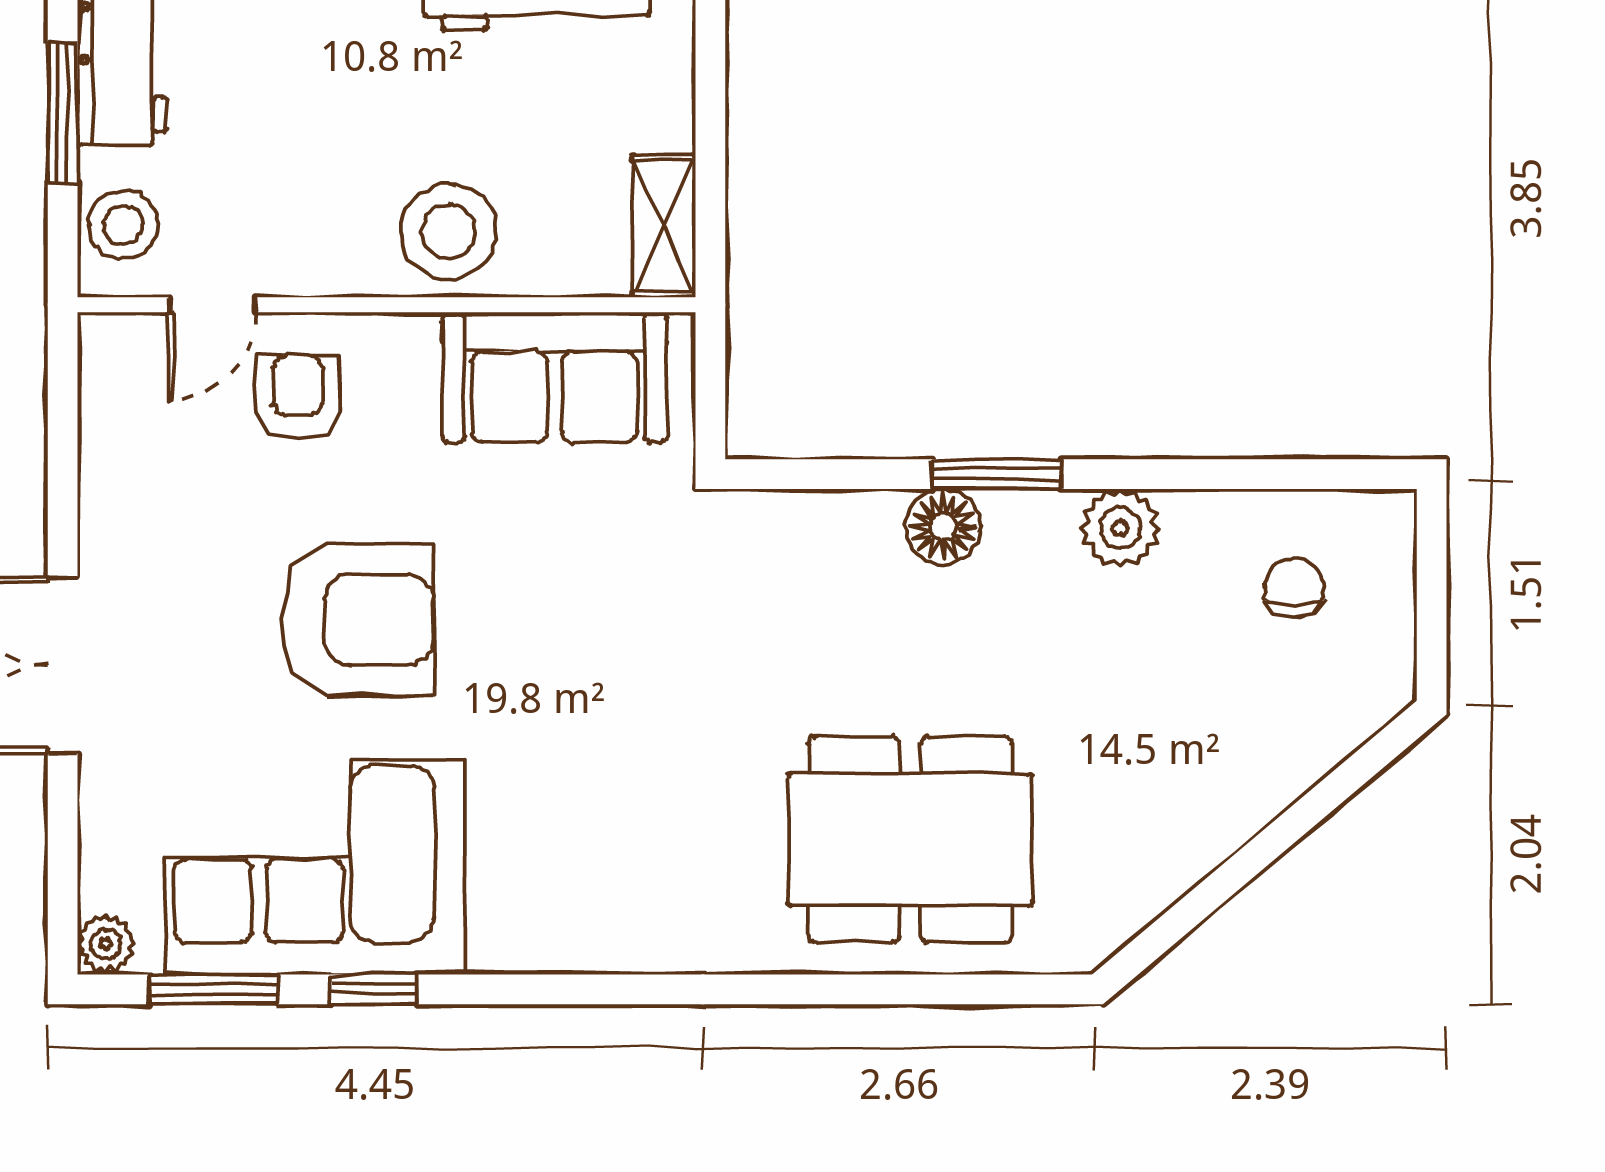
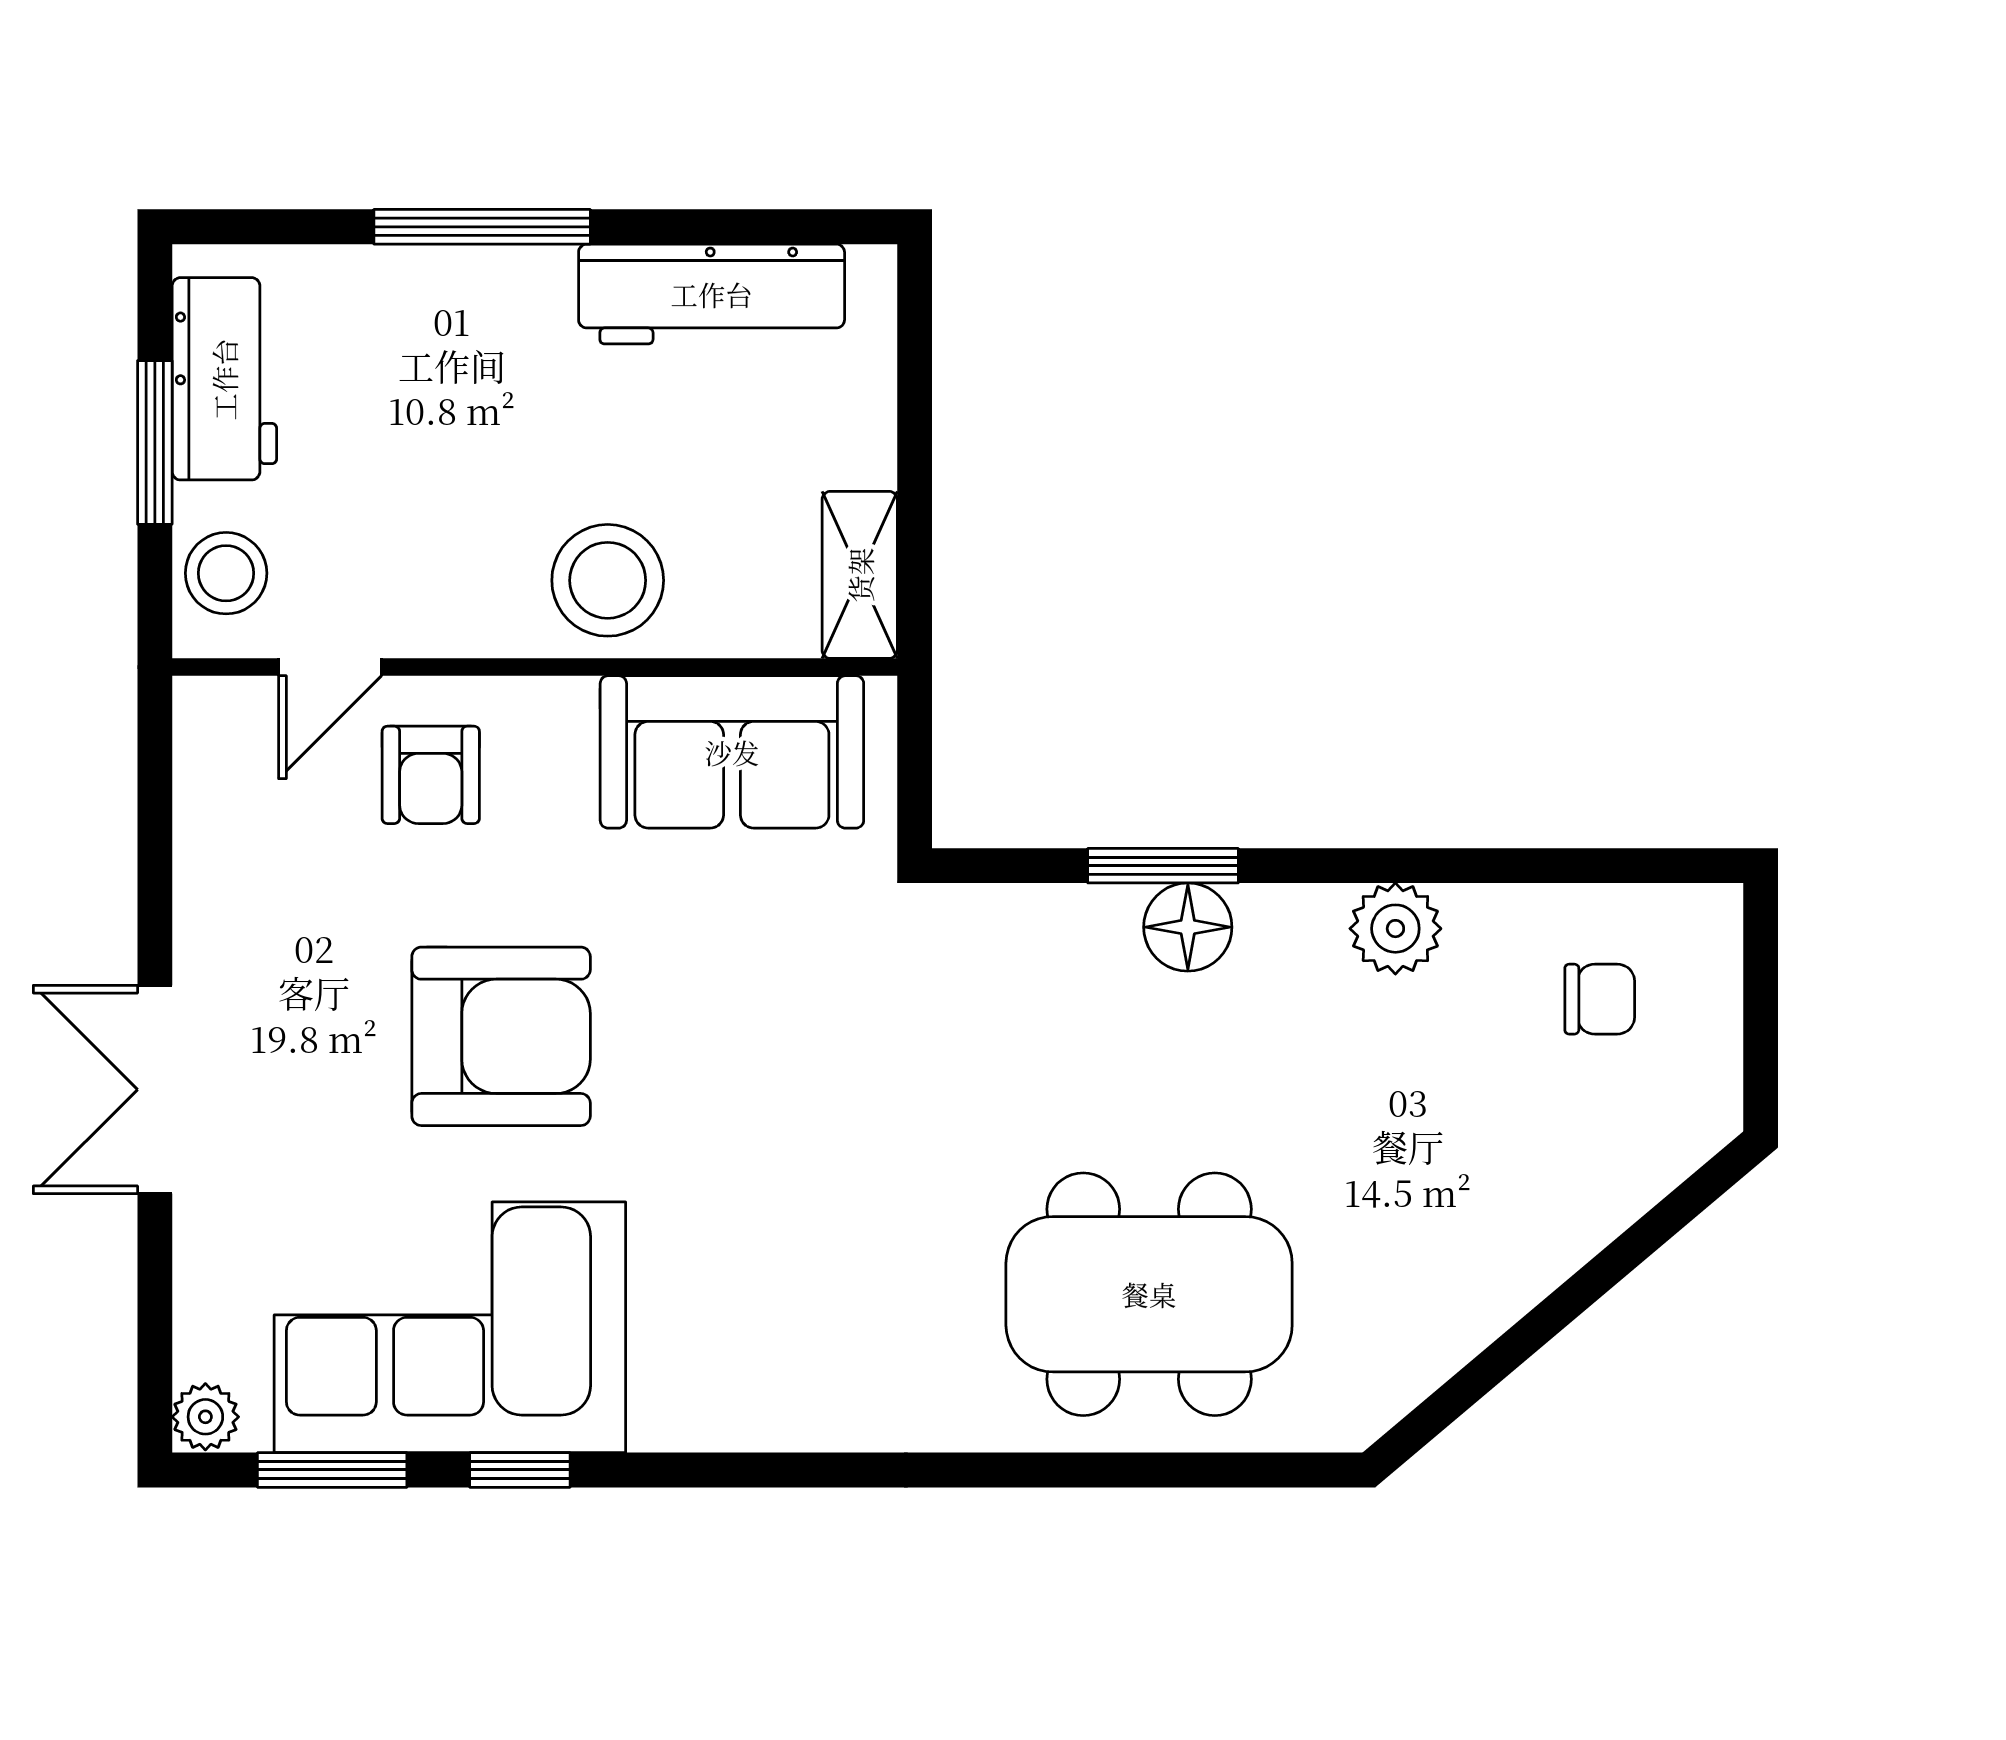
armchair: (298, 397) -> (431, 775), turned 180
window: (996, 474) -> (1163, 866), moved
chair: (1294, 588) -> (1600, 999), turned 90

